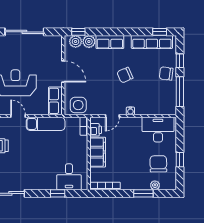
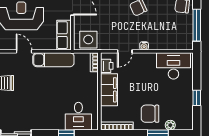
chair: (158, 164) -> (150, 114), moved, turned -89

